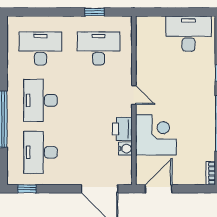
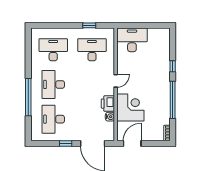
desk: (189, 34) -> (132, 40), moved
door: (134, 95) -> (116, 81), hinge flipped
window: (27, 189) -> (66, 143), moved

